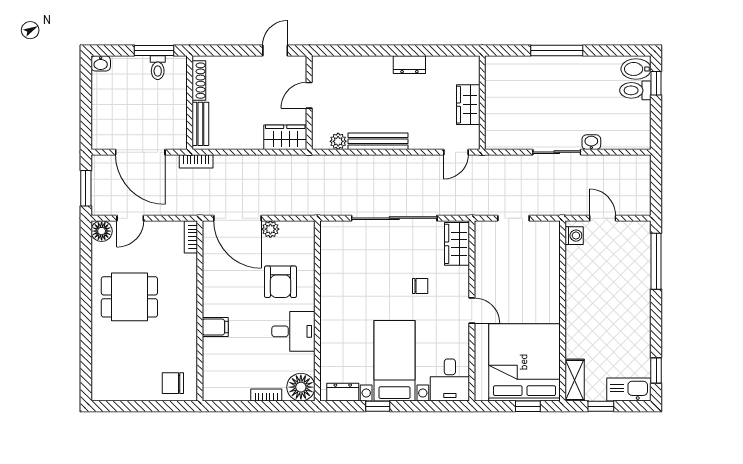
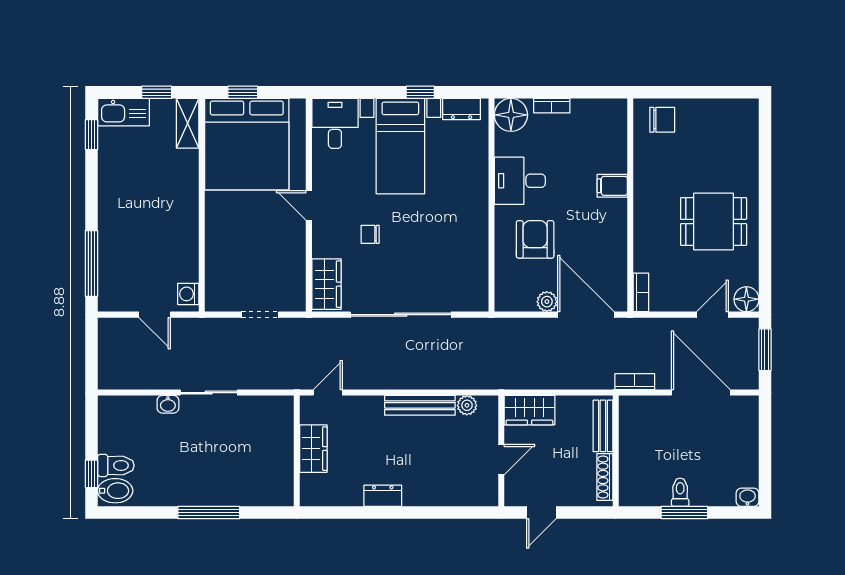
shoe rack: (199, 81) -> (605, 477), moved
wall: (190, 103) -> (616, 451), moved
bench: (200, 124) -> (603, 426), moved

